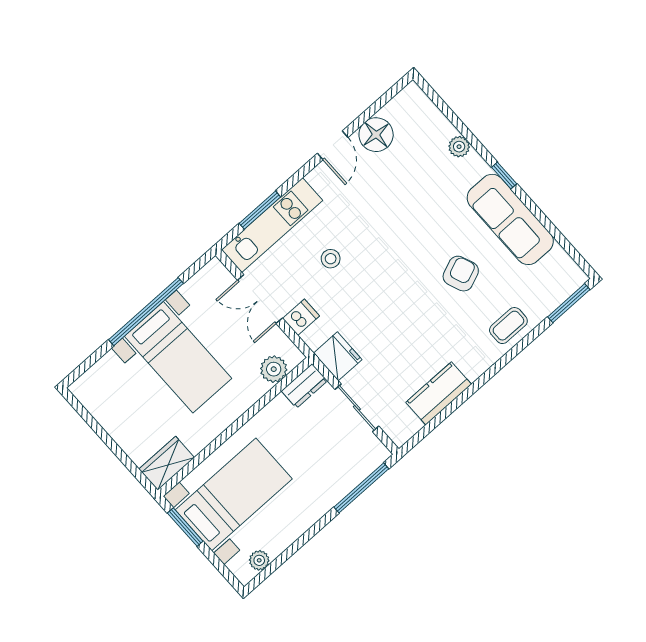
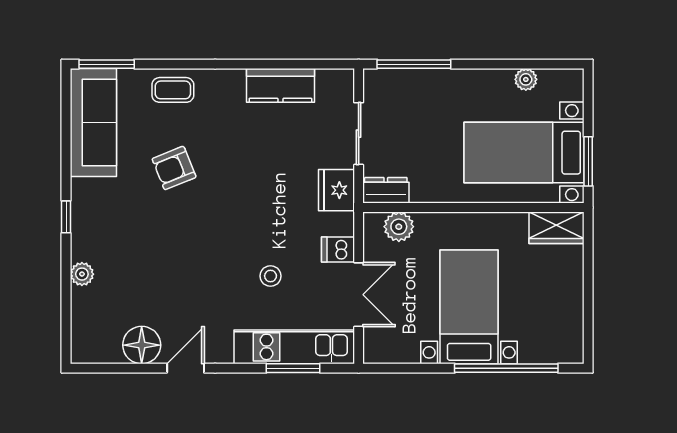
sofa: (510, 219) -> (93, 123), moved
window: (146, 312) -> (506, 368), moved
plant: (259, 560) -> (526, 79), moved

